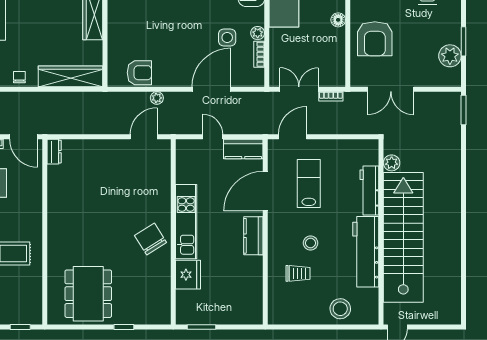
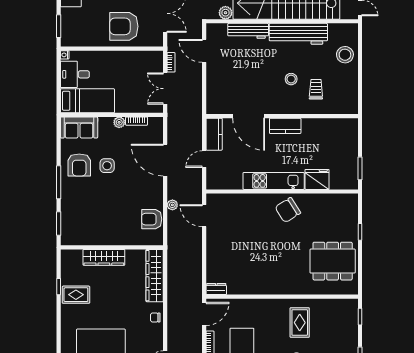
floor lamp: (338, 20) -> (108, 56), removed
side table: (227, 37) -> (107, 166), moved
armchair: (375, 39) -> (124, 26), turned 180
armchair: (139, 73) -> (152, 219), turned -90
door: (293, 137) -> (204, 51), moved
lab bench: (309, 183) -> (242, 80), removed

